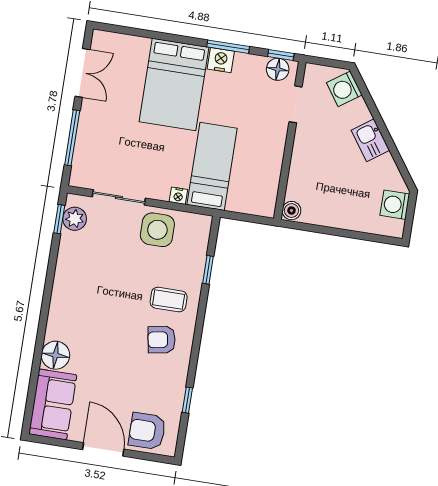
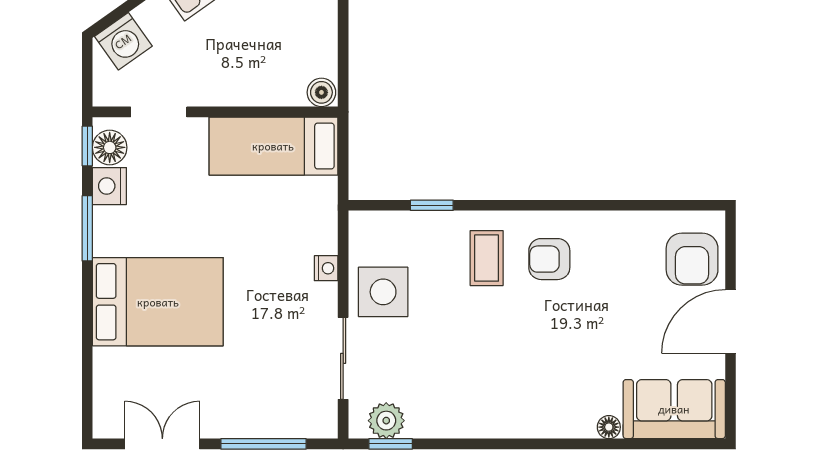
nightstand: (221, 60) -> (109, 186), moved
bed: (212, 166) -> (273, 146), moved
armchair: (162, 340) -> (549, 259), turned 100
floor lamp: (55, 355) -> (609, 427), width x0.53, depth x0.53
window: (187, 400) -> (635, 205), removed

